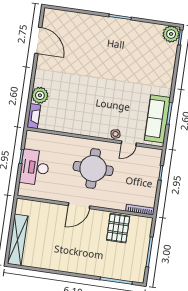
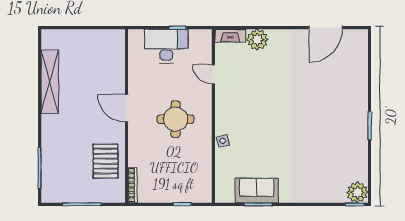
sofa: (157, 119) -> (257, 190), width x0.73
door: (129, 143) -> (213, 74), moved
round table: (93, 168) -> (176, 119), width x0.73, depth x0.73
pallet: (118, 228) -> (106, 161), turned 90
shelving: (18, 240) -> (50, 82), moved, turned 90

